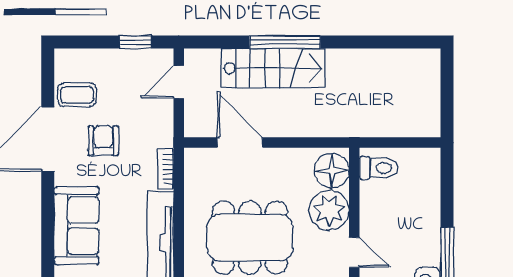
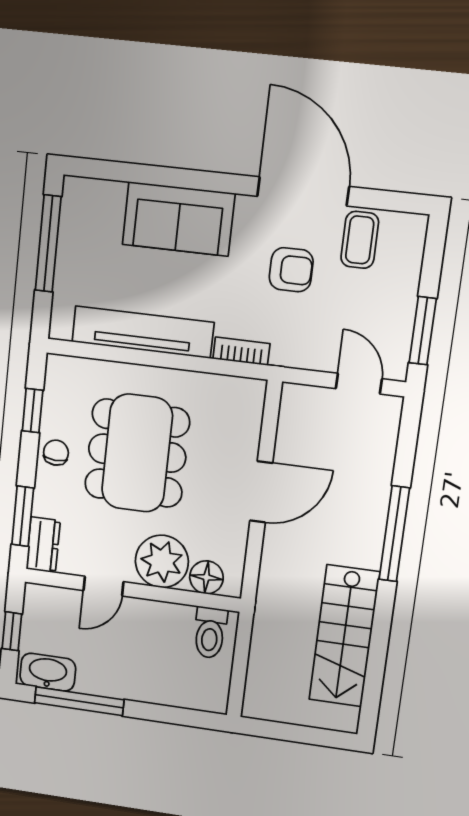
window: (136, 42) -> (423, 331), width x1.50
stairs: (273, 68) -> (344, 636), moved
door: (240, 143) -> (261, 492), moved
floor lamp: (332, 171) -> (206, 577), width x0.73, depth x0.73

